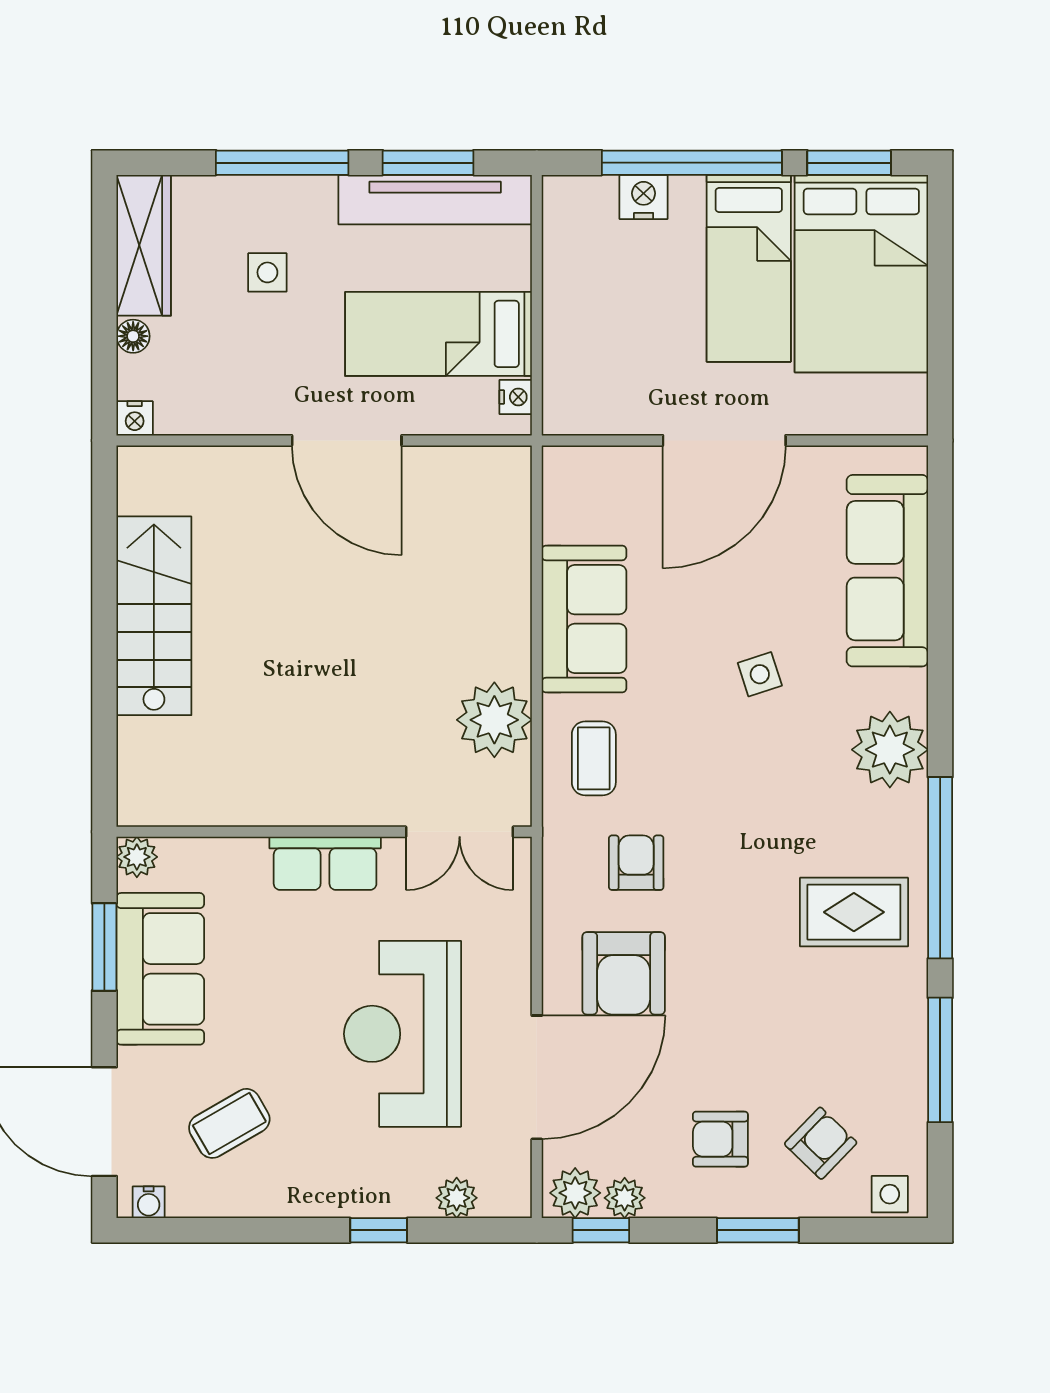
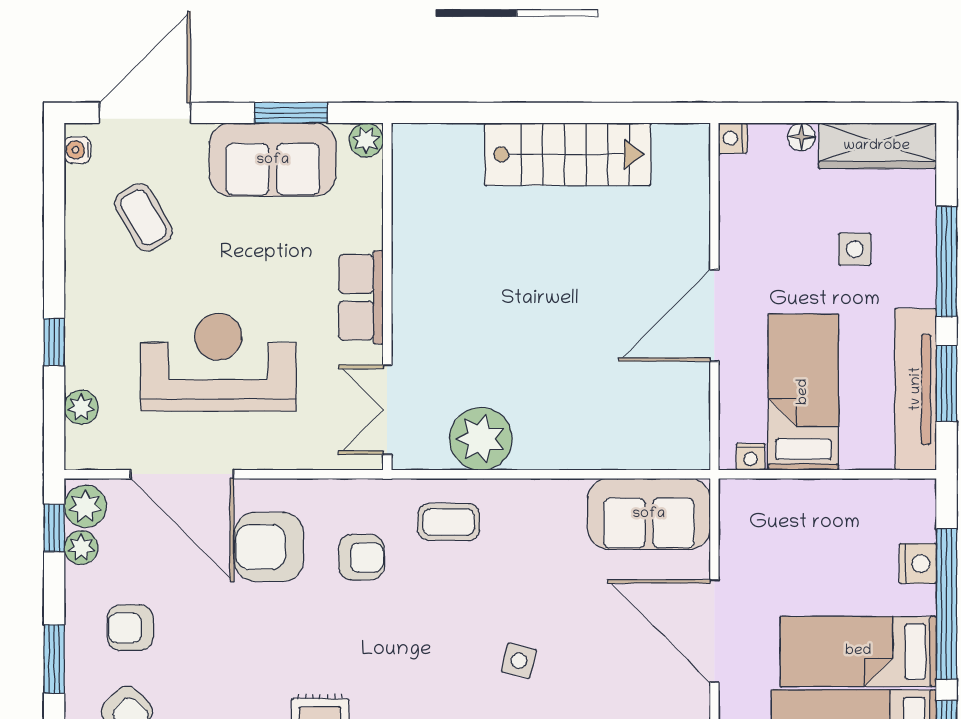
sofa: (584, 619) -> (649, 514), moved
side table: (760, 674) -> (519, 661), turned 32
armchair: (720, 1139) -> (130, 628), turned -90

